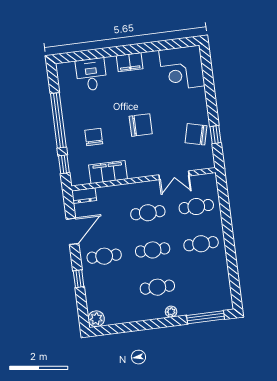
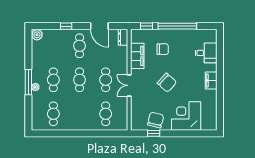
corner desk: (182, 68) -> (186, 116), moved
chair: (141, 125) -> (167, 83), turned -48
double door: (174, 175) -> (129, 85), moved
cafe table: (201, 244) -> (53, 114), moved
window: (206, 317) -> (28, 82), moved

